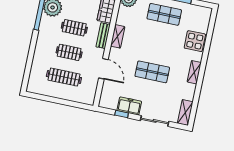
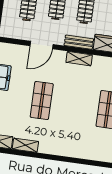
display table: (195, 41) -> (80, 146), removed
shelving: (194, 72) -> (25, 145), moved

